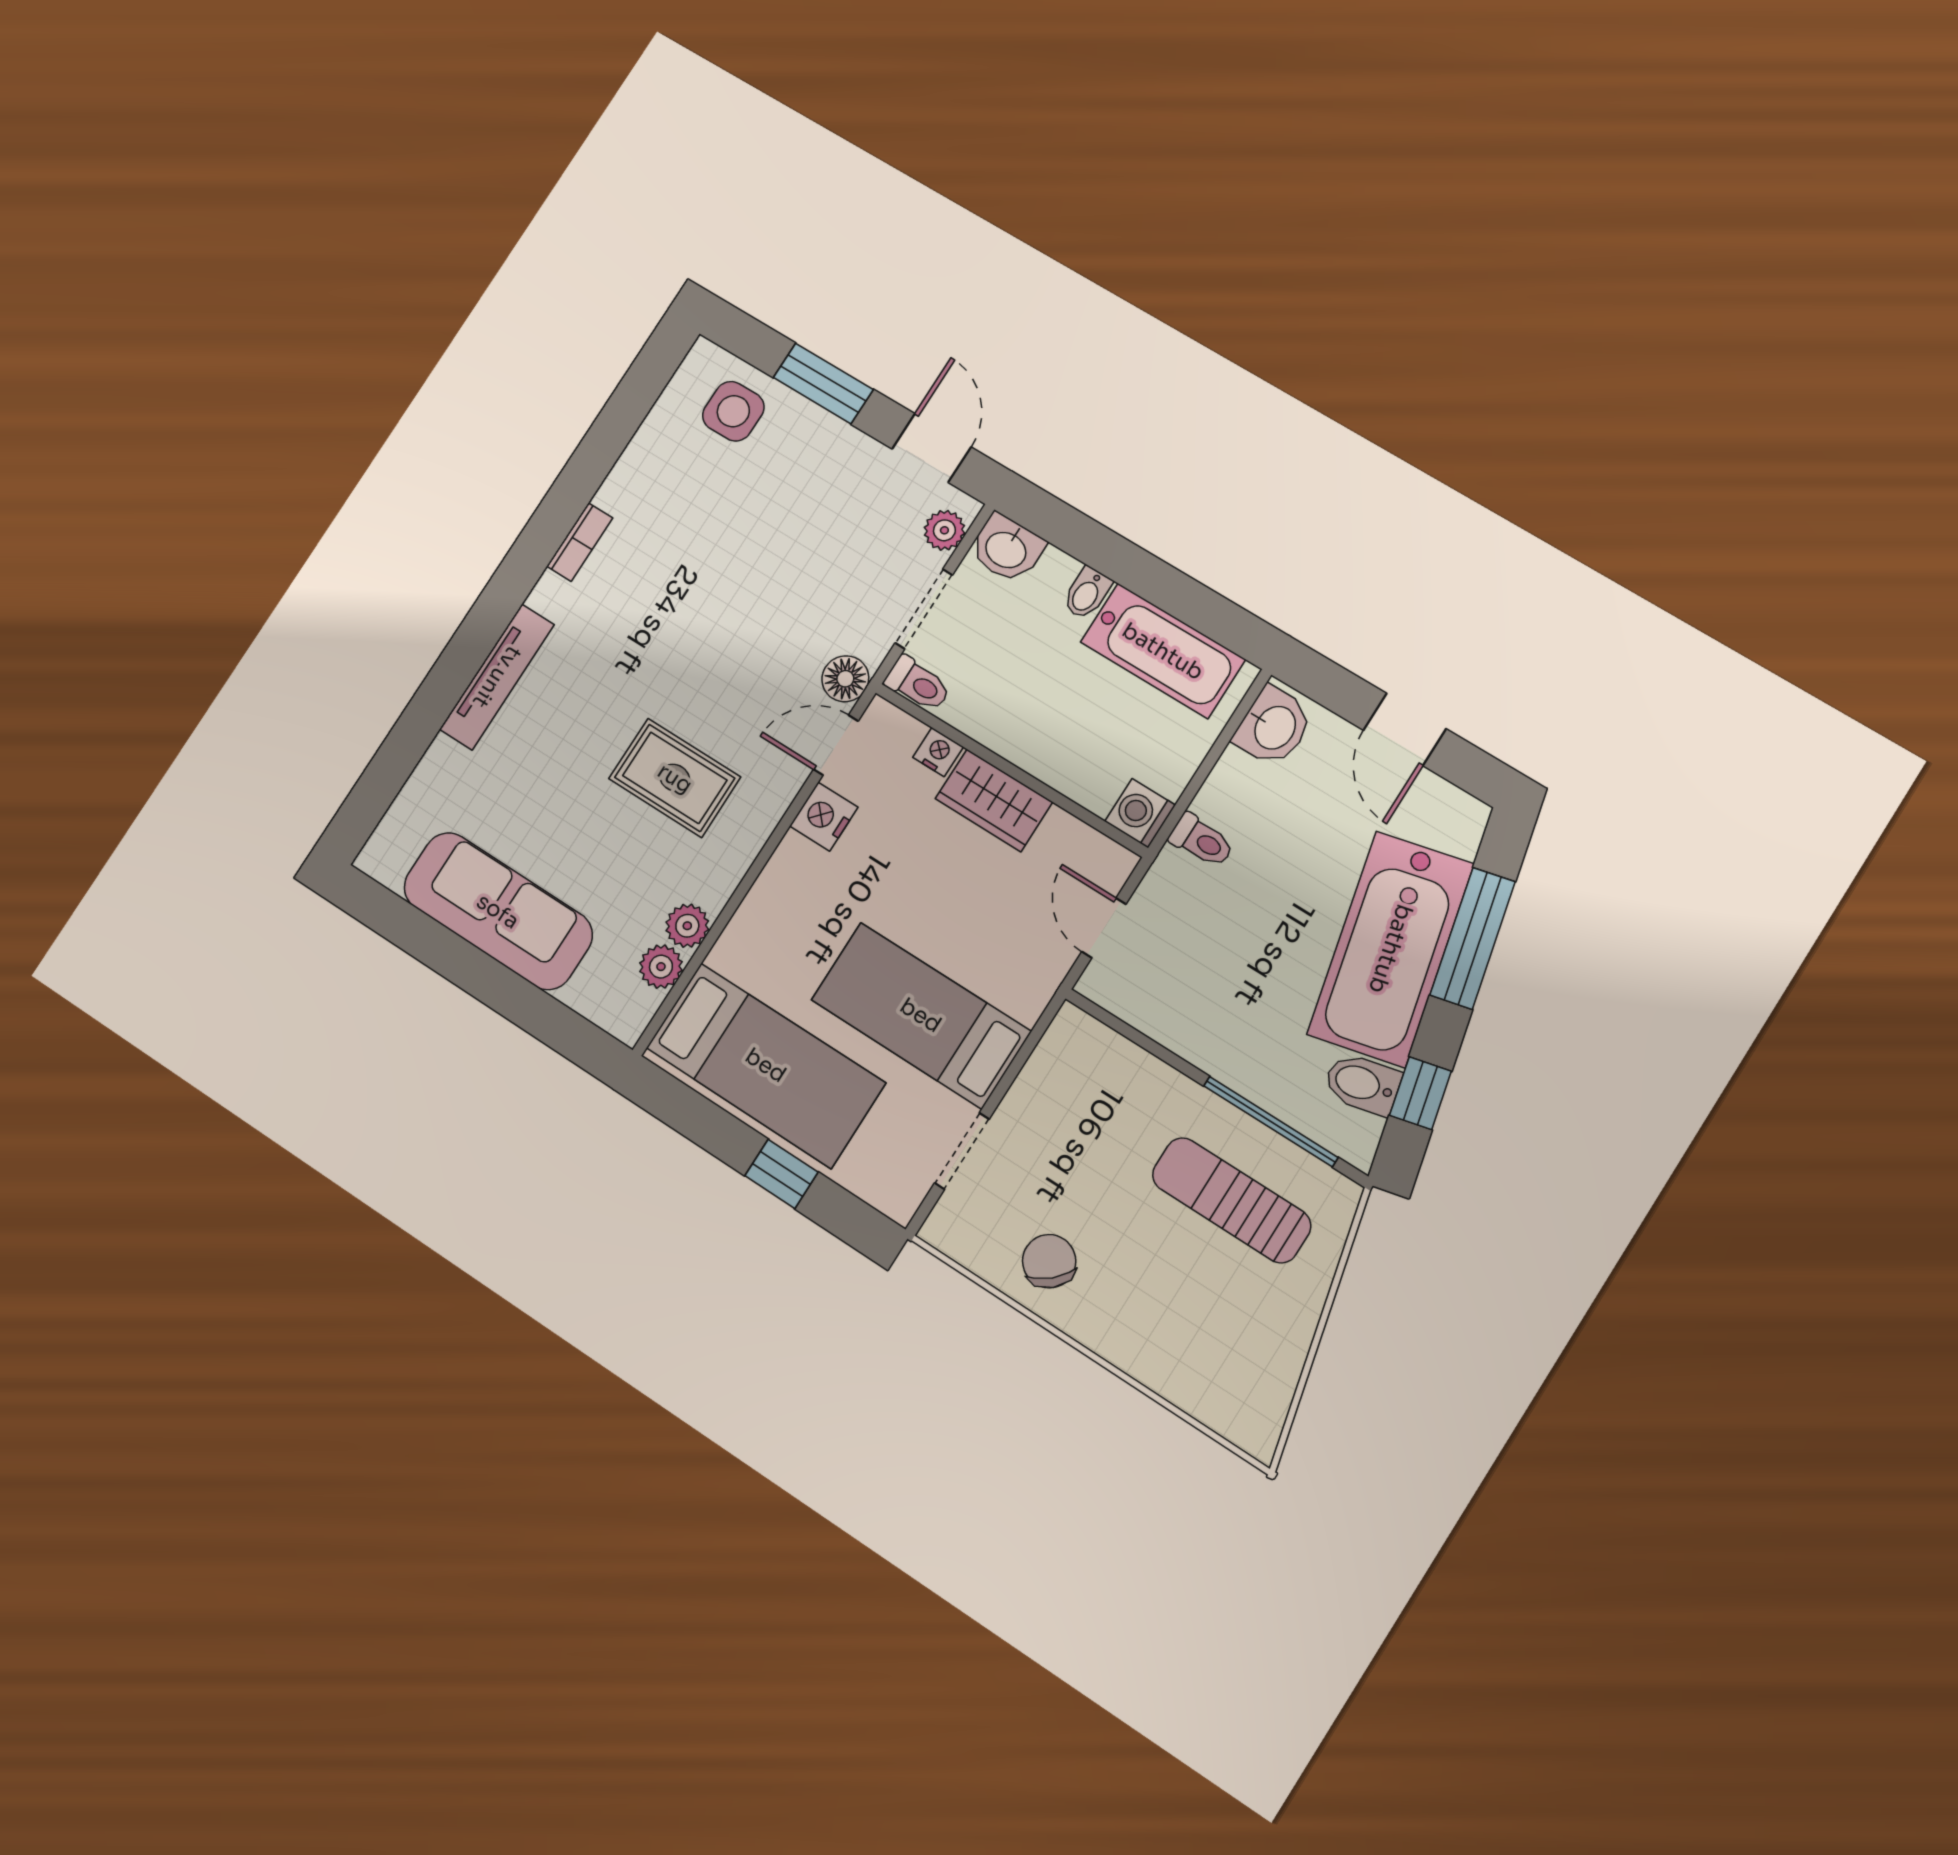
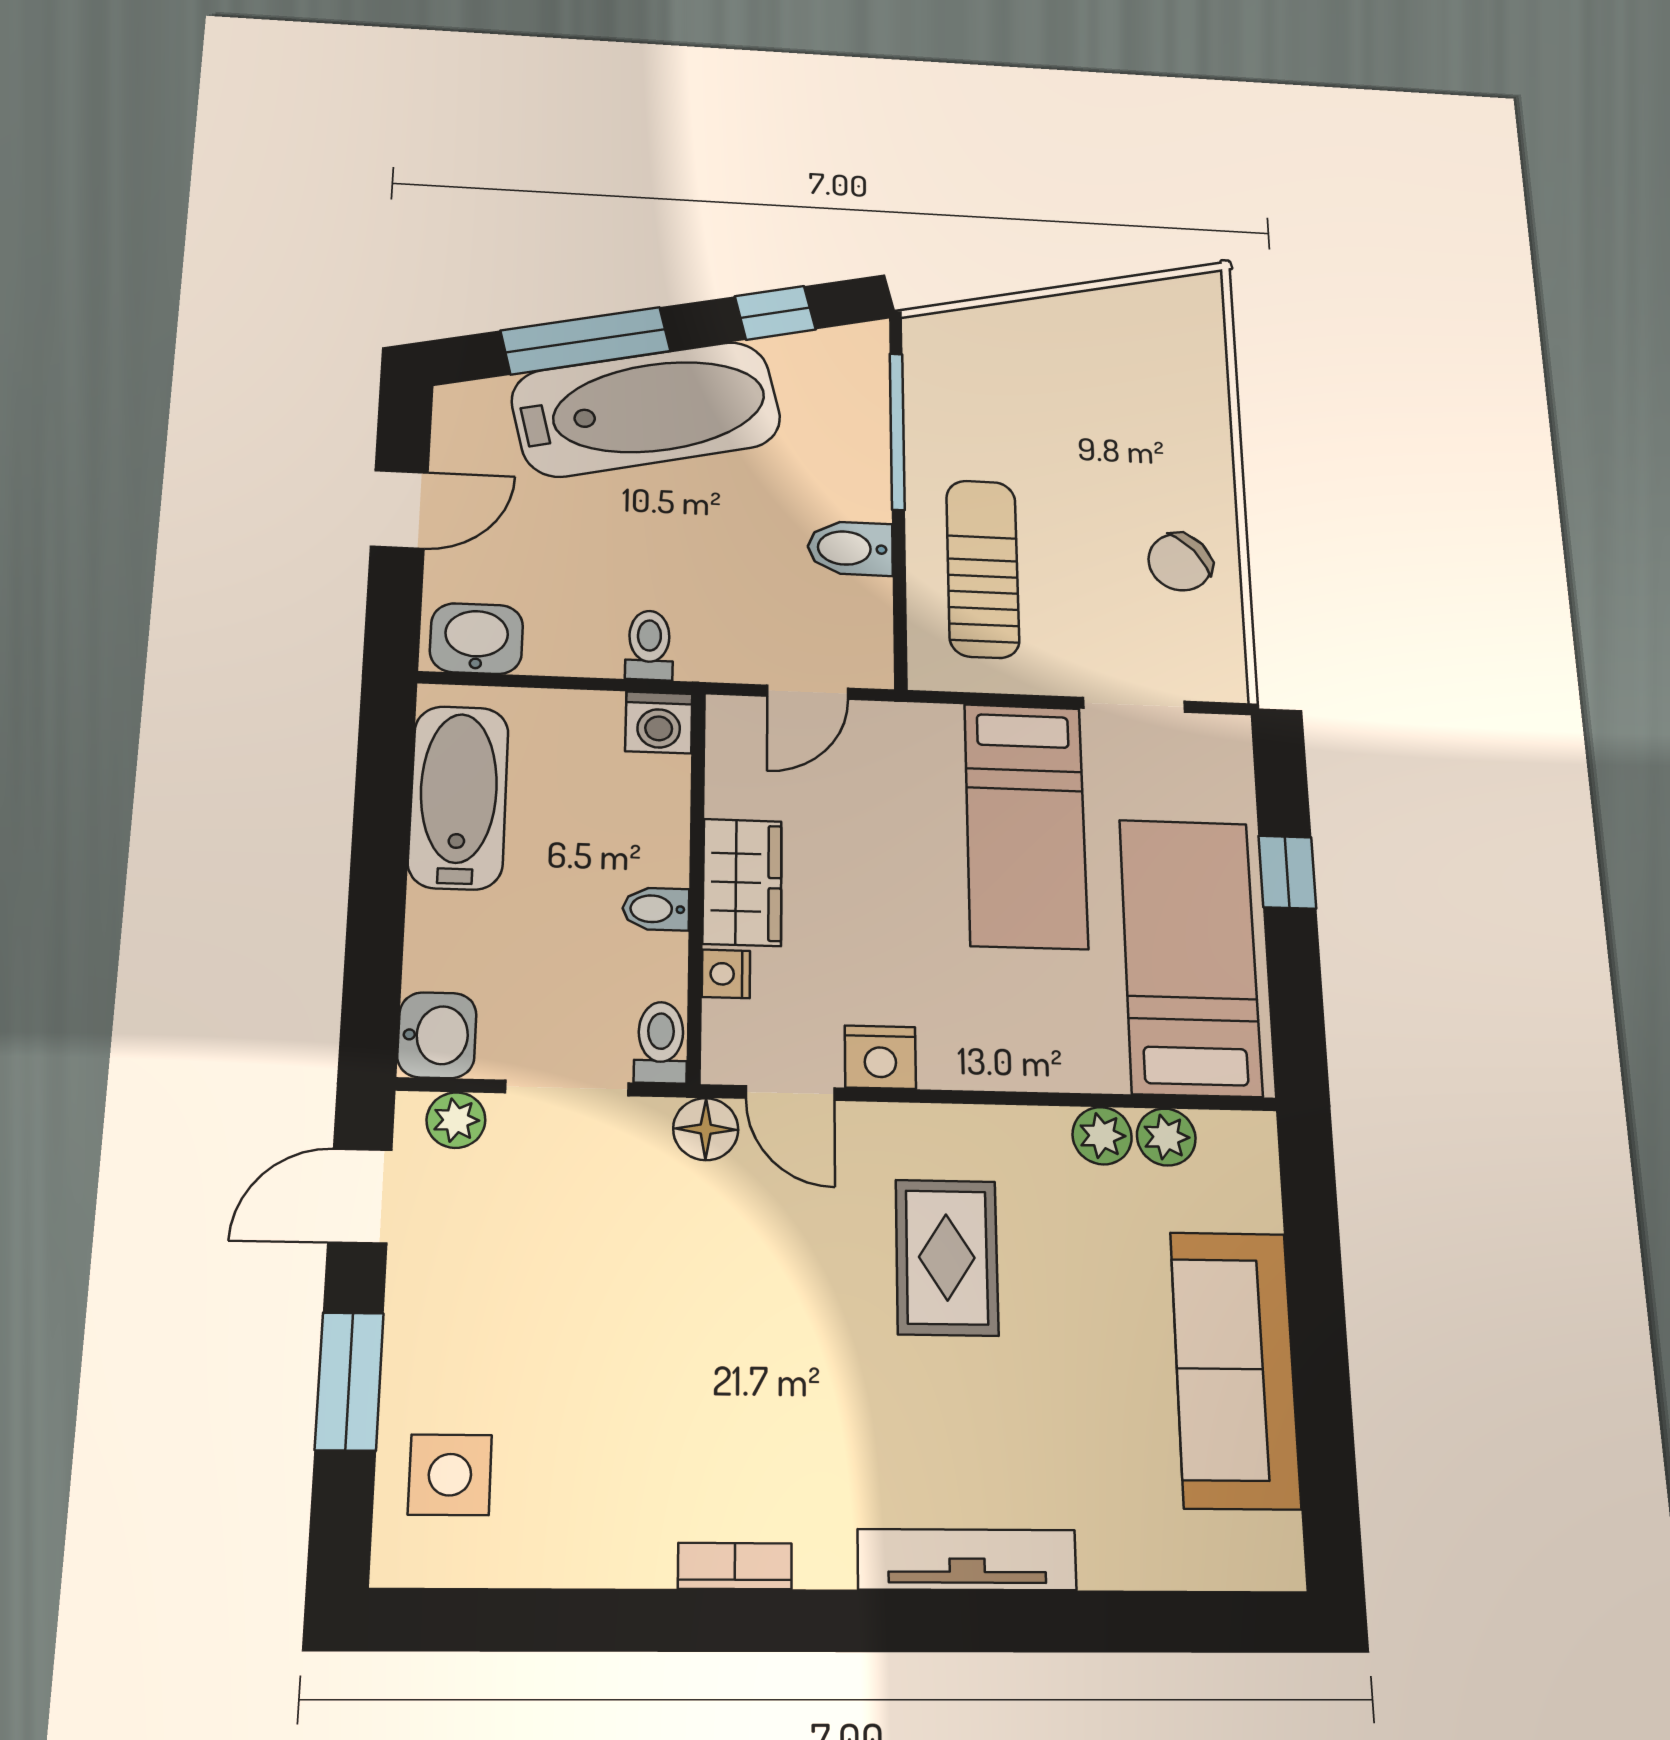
bidet: (1087, 593) -> (656, 909), moved, turned 180
bidet: (1362, 1084) -> (850, 548), moved, turned 103
sun lounger: (1231, 1200) -> (983, 569), moved, turned 180

